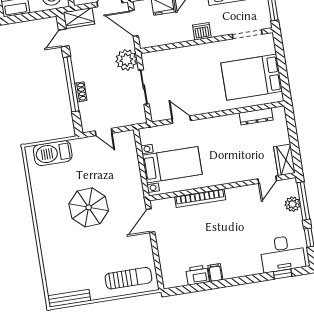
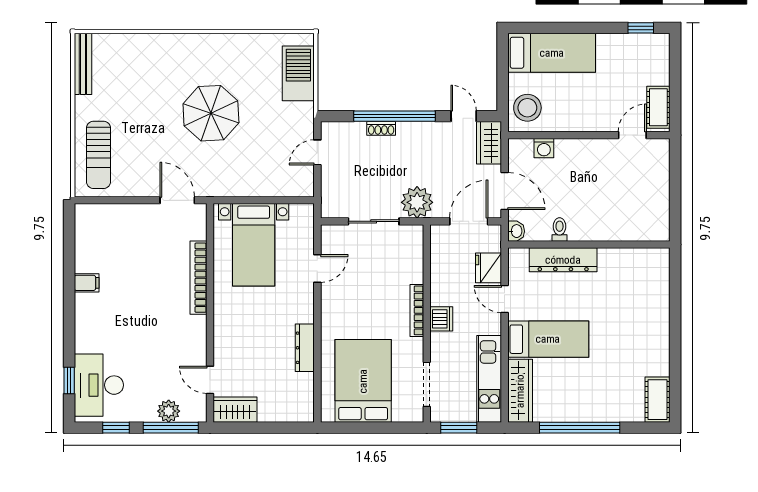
bookcase: (199, 49) -> (417, 310), added
dresser: (256, 116) -> (305, 348), moved
printer: (197, 275) -> (87, 256), removed

